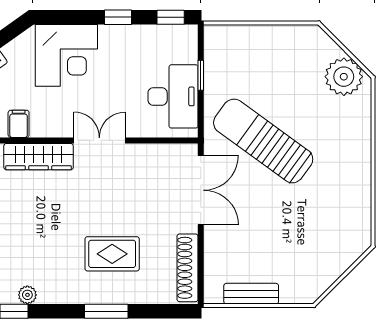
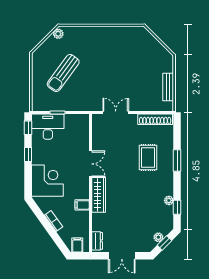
plant: (344, 77) -> (58, 34), width x0.53, depth x0.53
desk: (173, 96) -> (48, 127), moved
double door: (99, 140) -> (91, 164), swing flipped
sun lounger: (263, 141) -> (63, 73), moved, width x0.73, depth x0.75
double door: (201, 190) -> (116, 113), width x0.73

